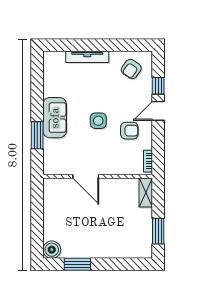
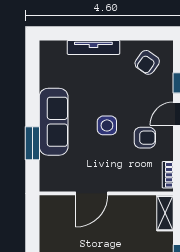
sofa: (55, 118) -> (54, 122), width x1.36
door: (86, 176) -> (92, 193), hinge flipped

